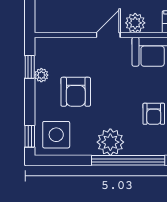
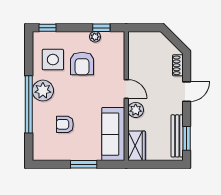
armchair: (76, 92) -> (82, 64), turned -90
side table: (56, 135) -> (53, 60), moved

